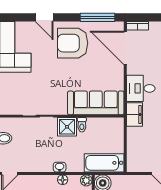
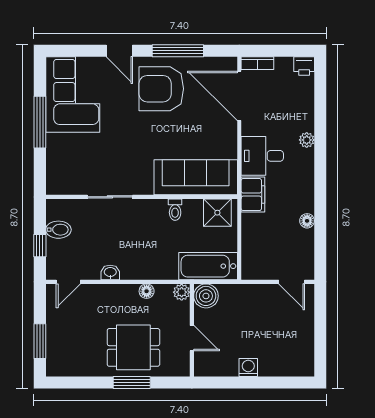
window: (98, 17) -> (178, 51), moved
shower: (67, 127) -> (217, 213), moved
washbasin: (60, 167) -> (110, 272), moved

